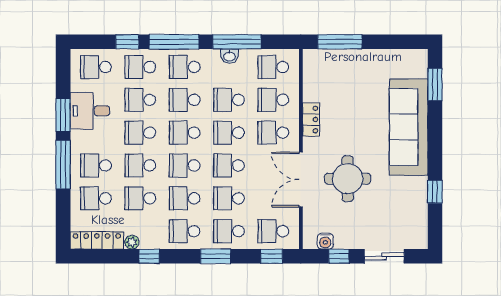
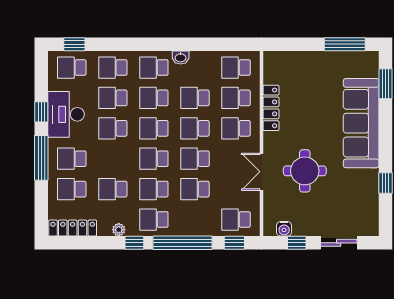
window: (127, 42) -> (74, 44), moved
window: (174, 42) -> (144, 44), removed
window: (237, 42) -> (202, 44), removed
window: (340, 42) -> (345, 44), moved
washbasin: (229, 56) -> (181, 58), moved
desk: (90, 111) -> (66, 114), width x1.37
window: (63, 115) -> (41, 112), width x0.67
locker: (311, 119) -> (271, 108), width x1.53
school desk: (140, 165) -> (113, 159), removed
double door: (301, 180) -> (261, 172), width x0.73
school desk: (229, 231) -> (195, 220), removed
plant: (132, 242) -> (119, 230), moved
window: (149, 256) -> (134, 243), moved
window: (216, 256) -> (183, 243), width x2.11

